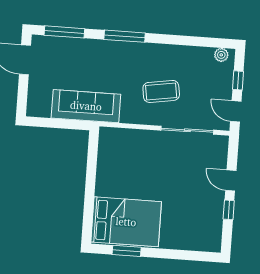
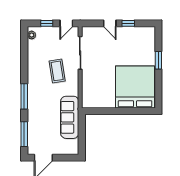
door: (231, 180) -> (110, 23), hinge flipped
bed: (126, 222) -> (135, 87), width x1.36
window: (127, 251) -> (158, 60), moved

